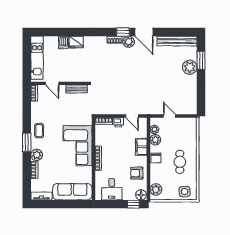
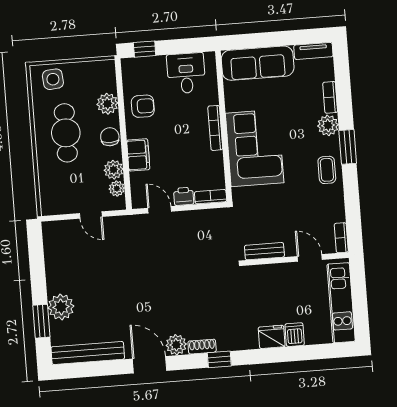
window: (123, 32) -> (219, 359), moved
cafe table: (180, 162) -> (66, 133), width x1.37, depth x1.35
plant: (156, 190) -> (107, 104), moved
floor lamp: (141, 195) -> (132, 67), removed

